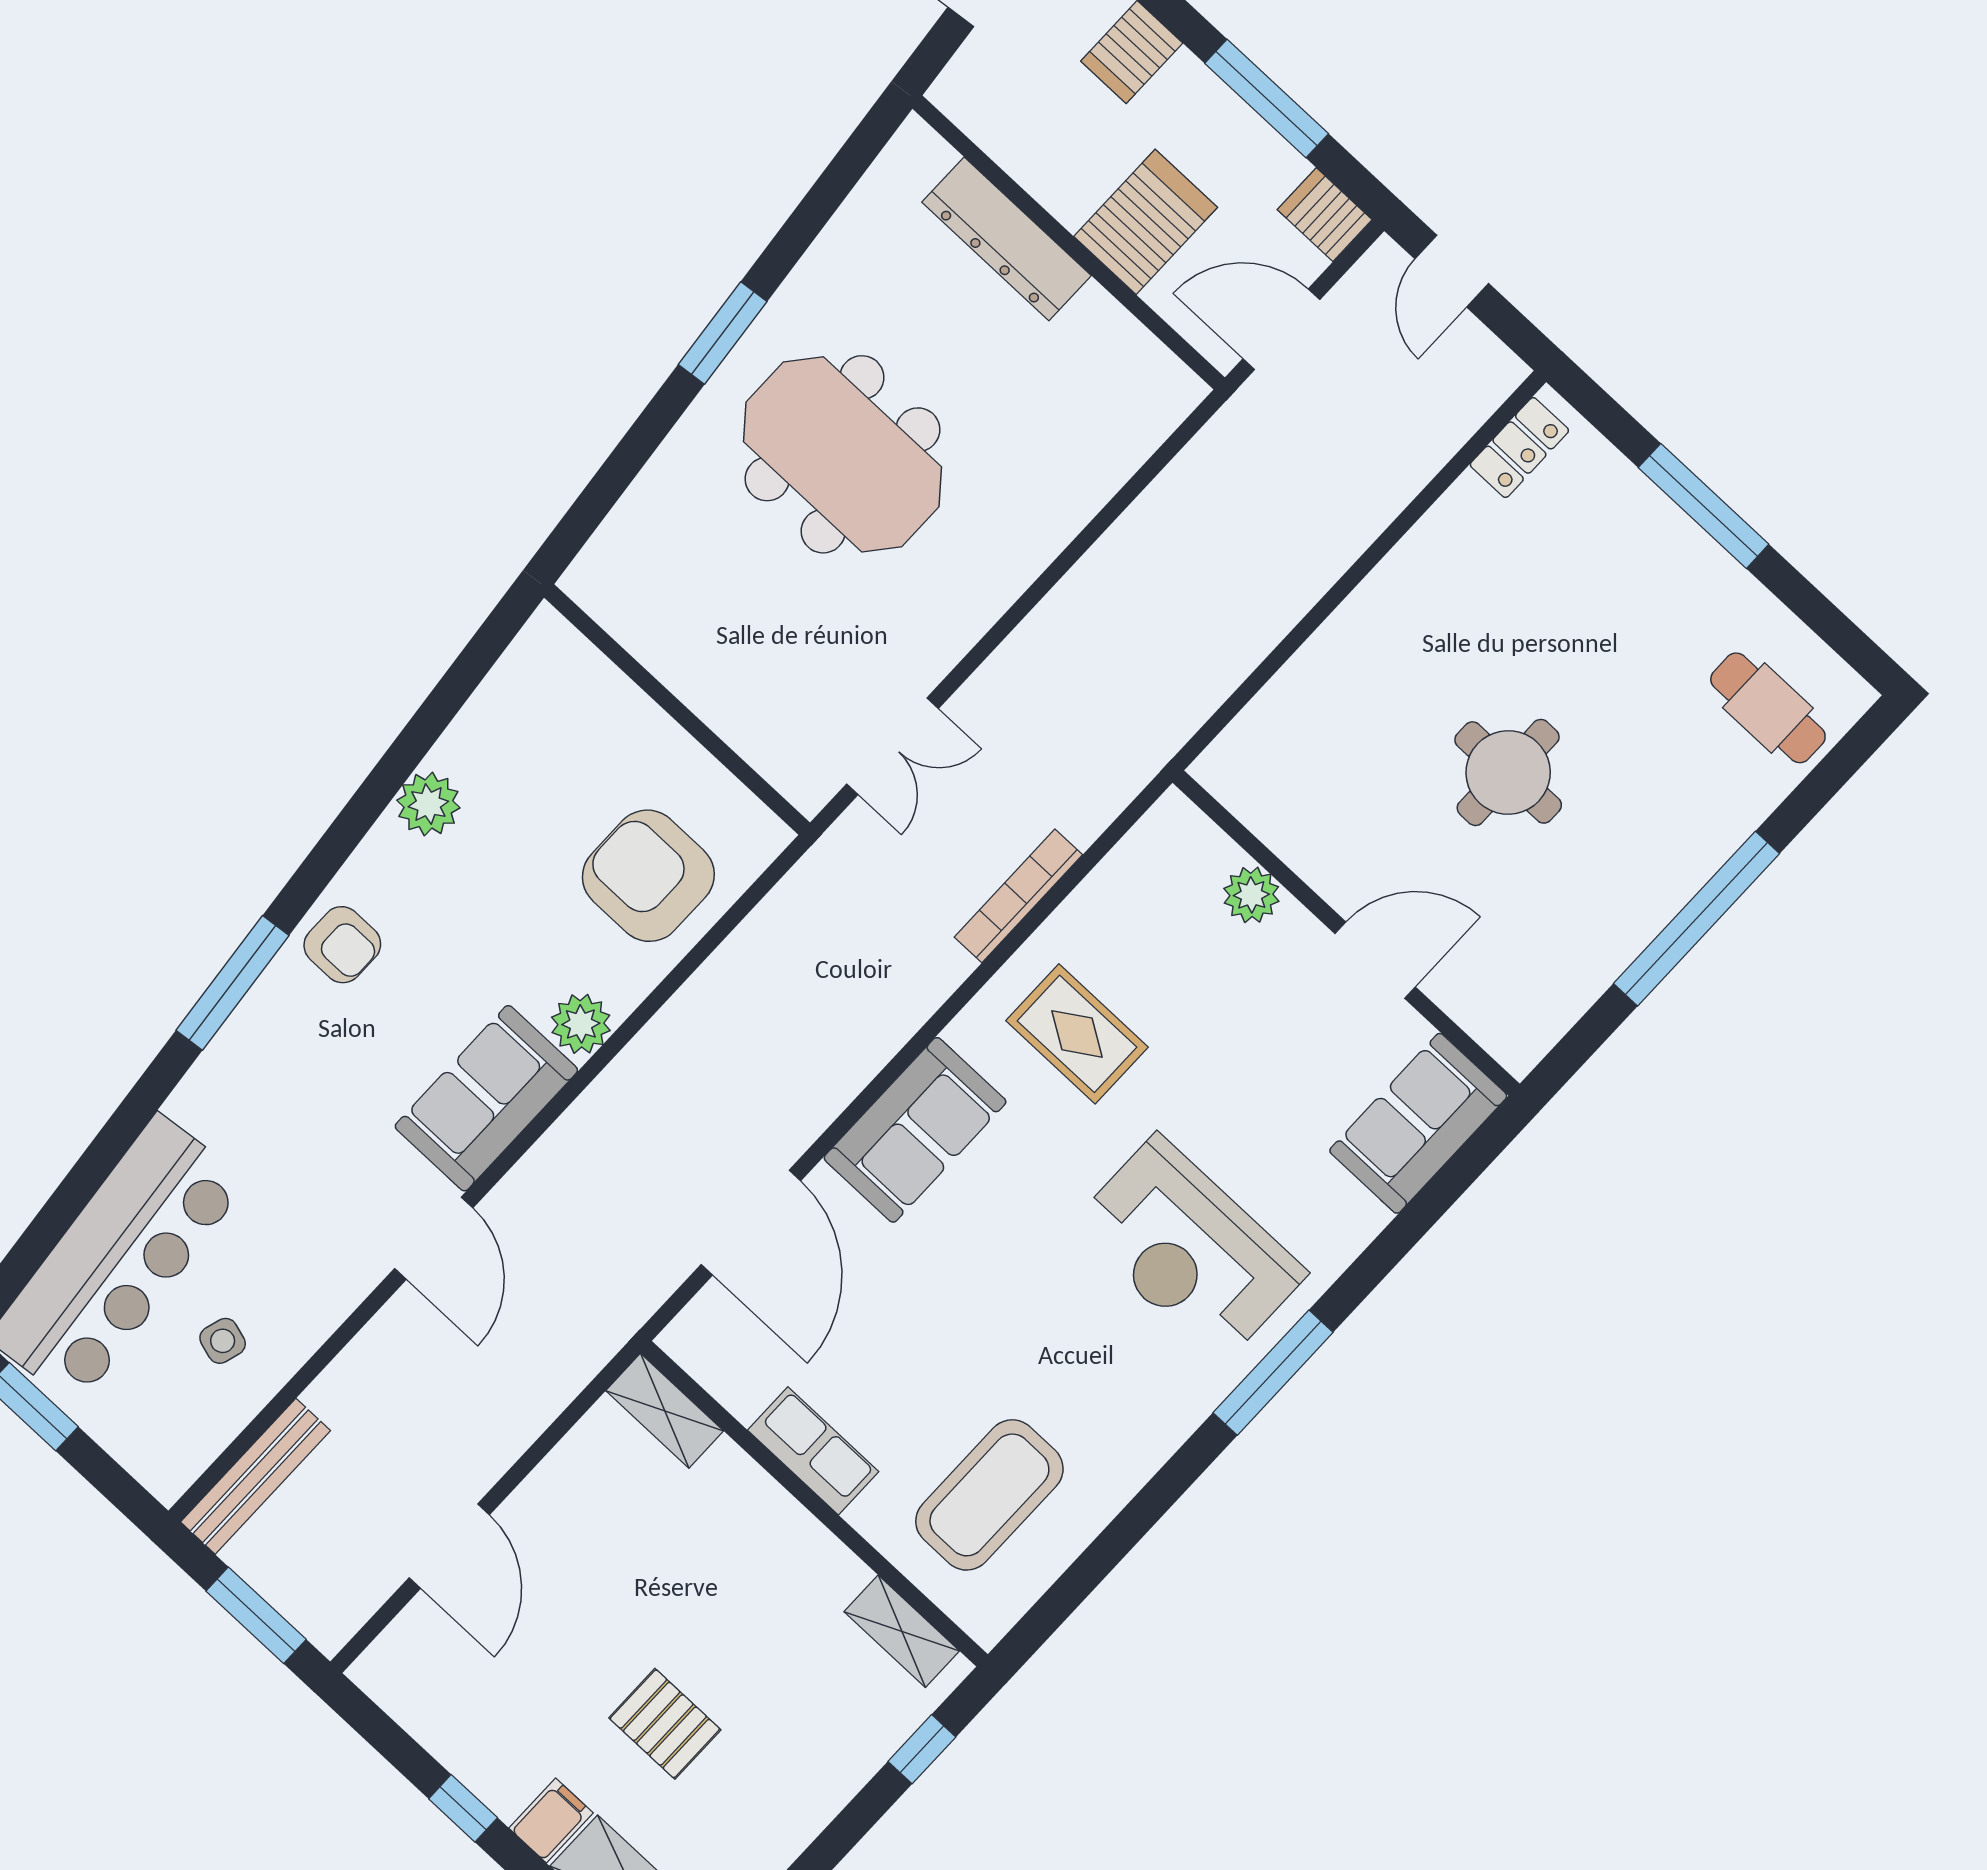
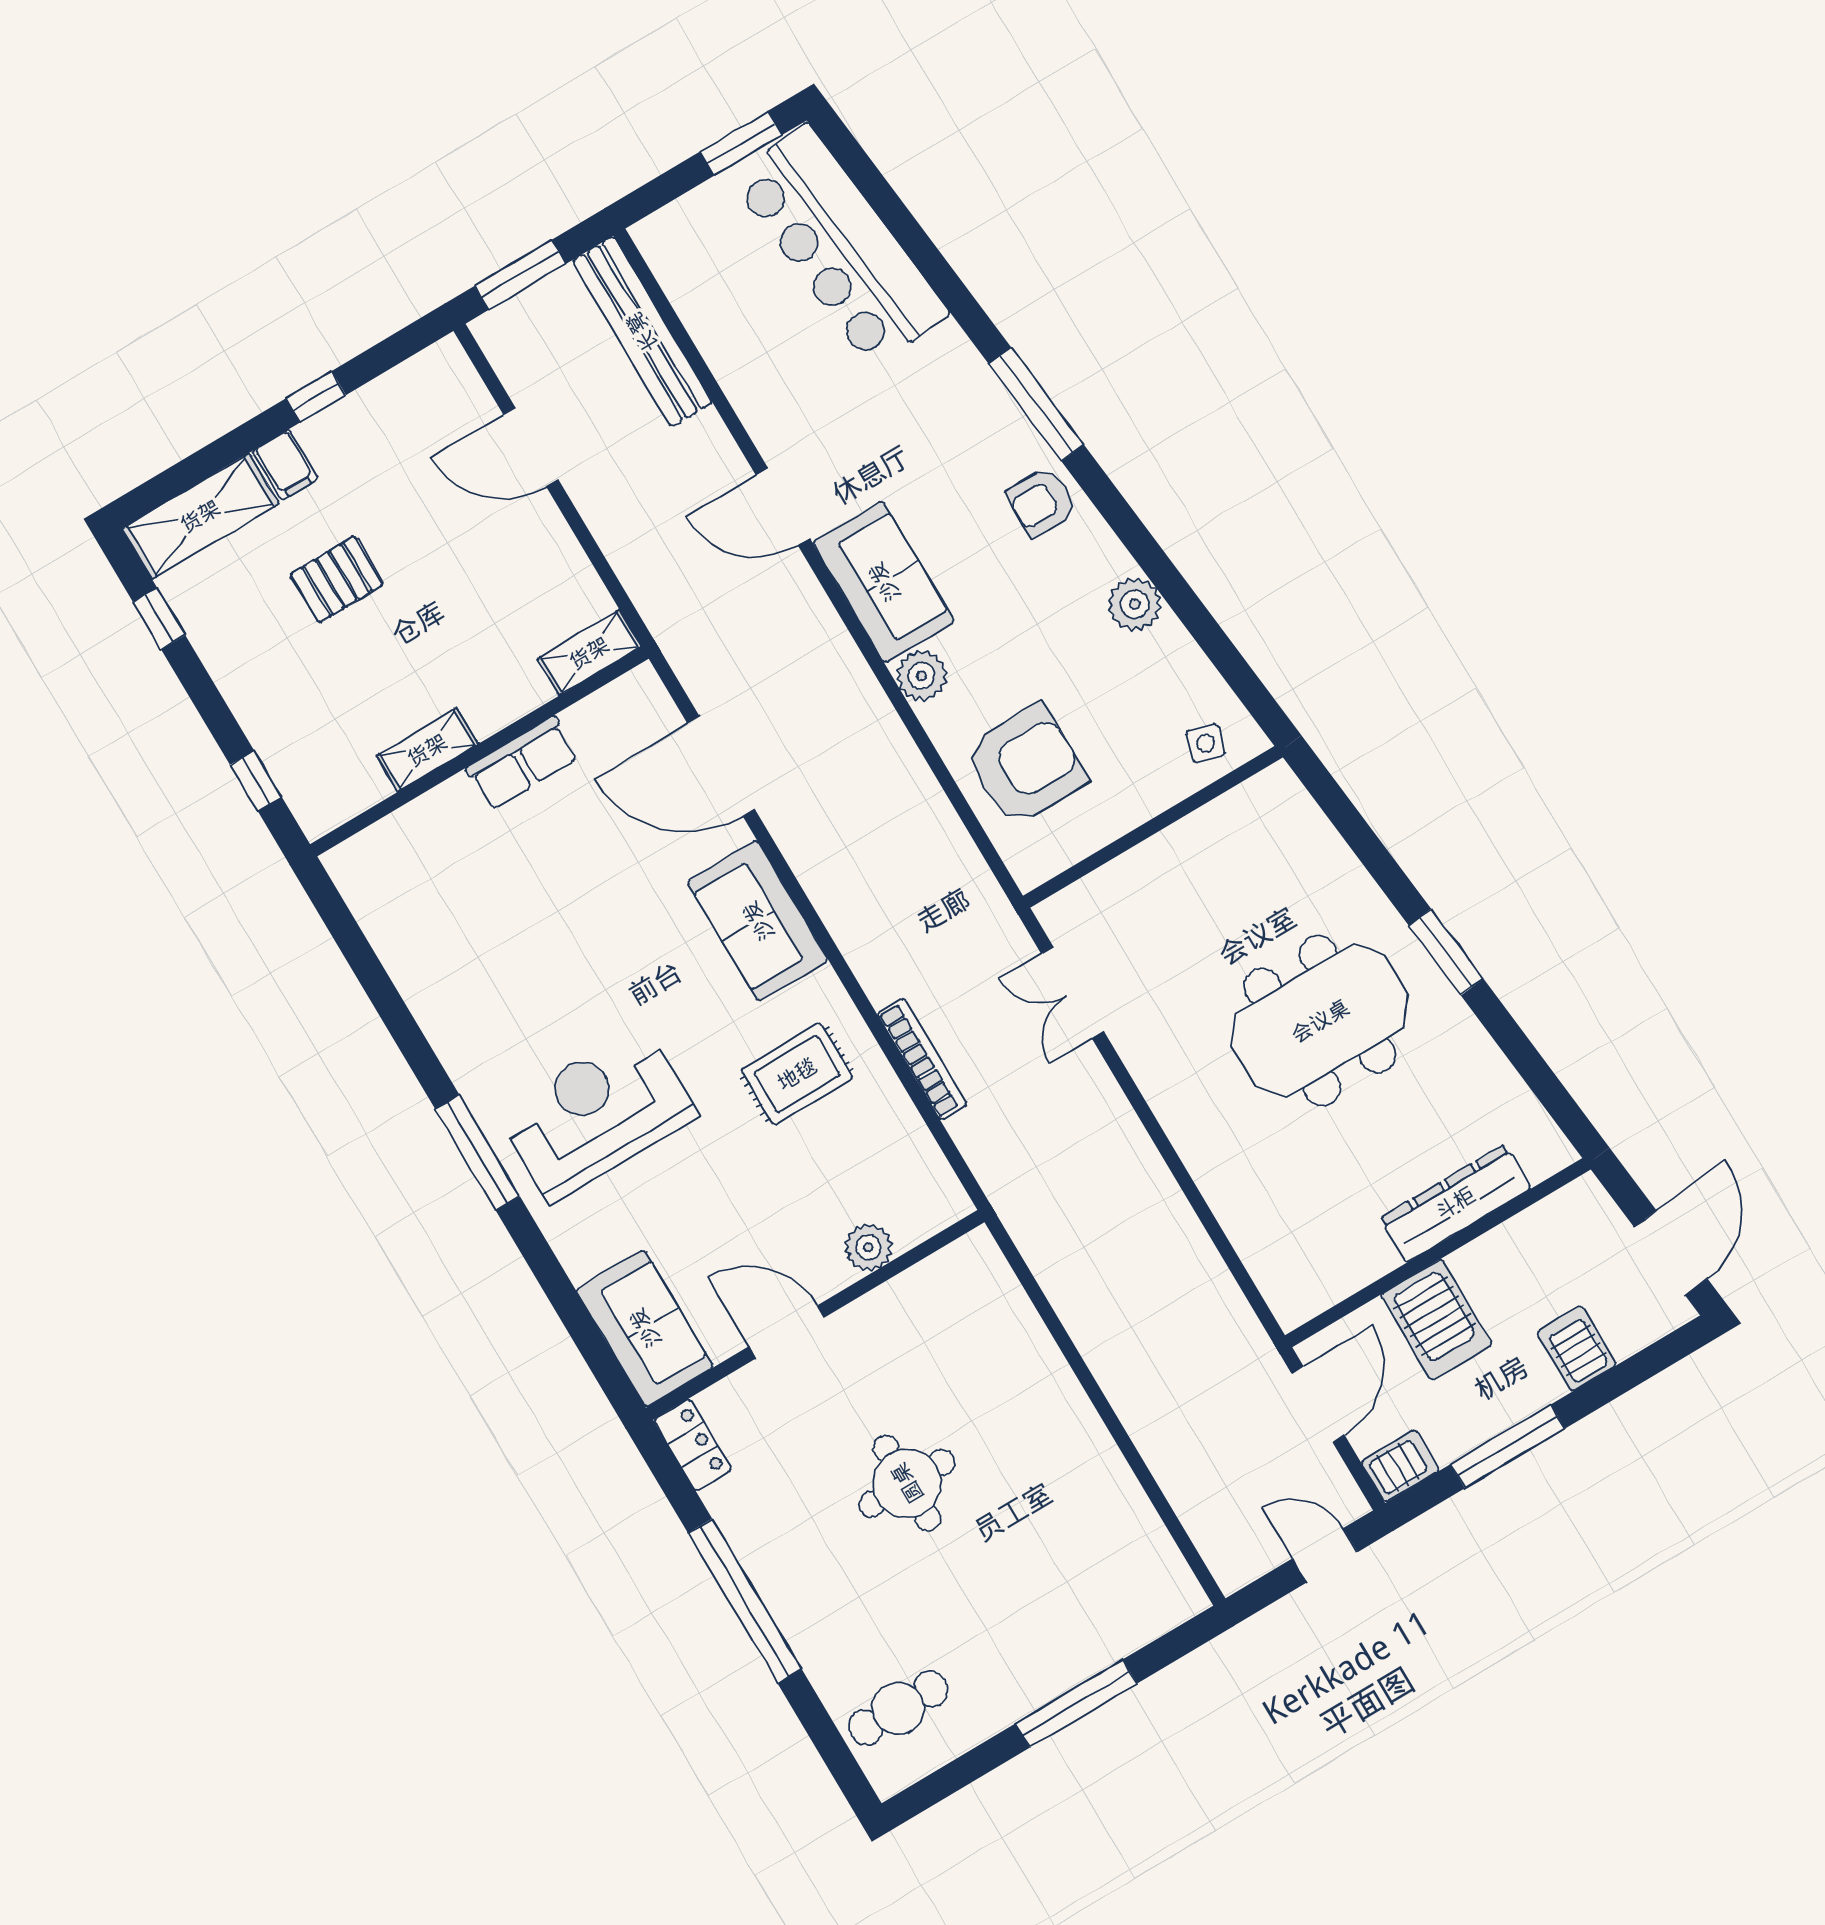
locker: (1519, 448) -> (693, 1445), moved, turned 180
door: (1375, 960) -> (787, 1332), swing flipped
side table: (223, 1341) -> (1206, 743), moved
bench: (255, 1476) -> (642, 332), width x1.37, depth x1.21
coffee table: (989, 1495) -> (445, 895), removed
shelving: (902, 1631) -> (427, 750), moved

